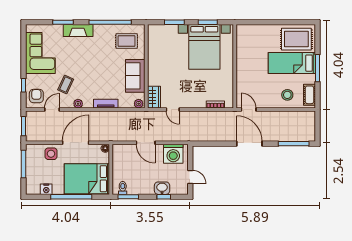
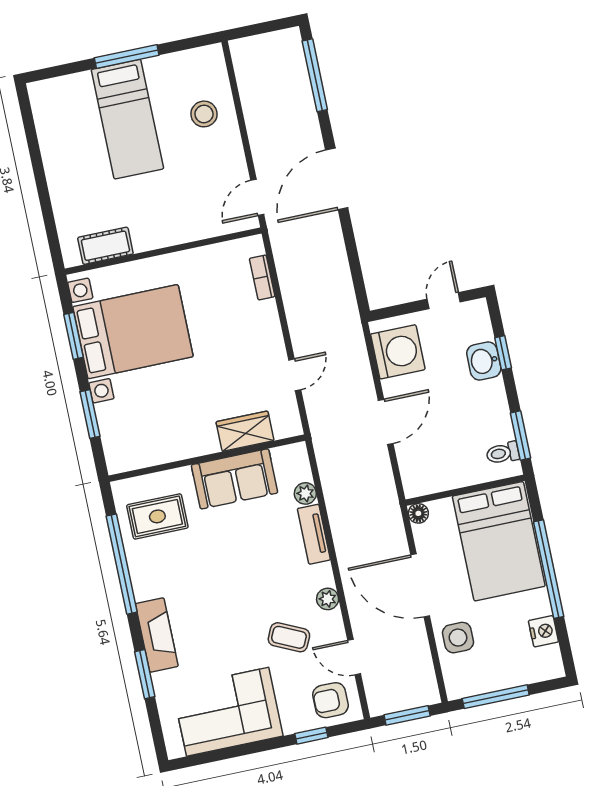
rug: (296, 39) -> (69, 120), removed
rug: (127, 41) -> (157, 516), turned 90
cot: (309, 95) -> (105, 246), moved
wardrobe: (154, 97) -> (245, 431), moved
plant: (139, 104) -> (305, 493), moved

